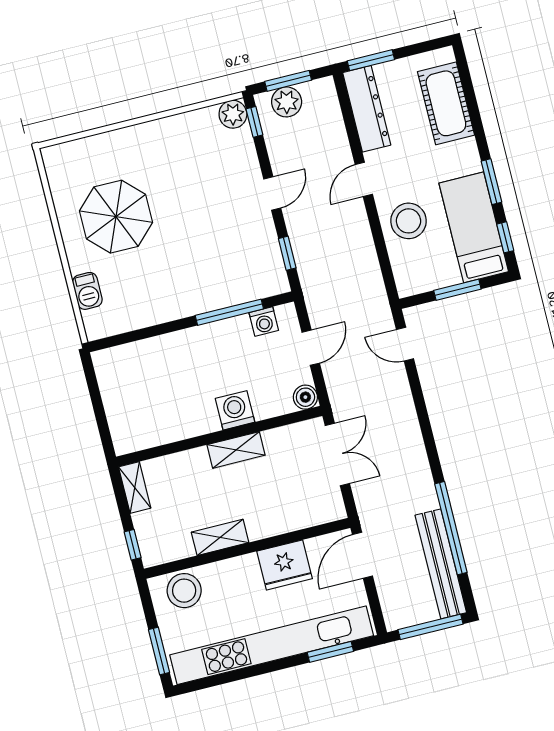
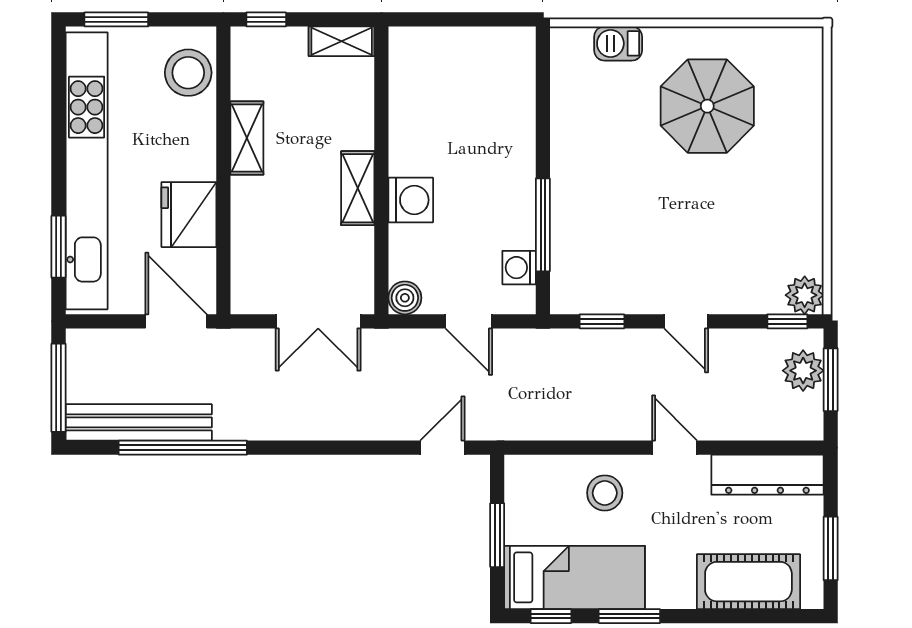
window: (371, 60) -> (831, 548), moved
stool: (408, 221) -> (605, 493), width x0.73, depth x0.73

